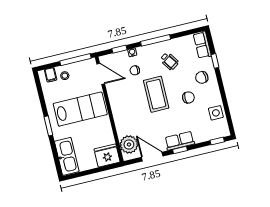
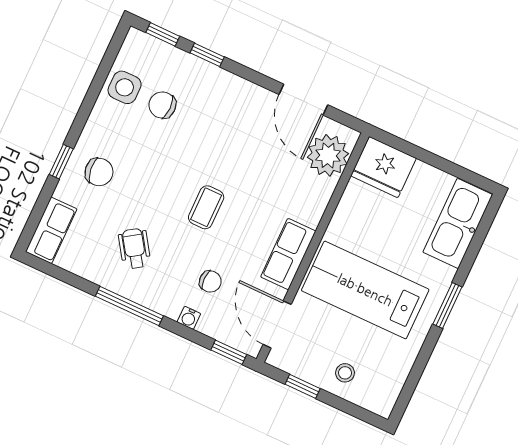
window: (119, 49) -> (229, 352), moved
window: (75, 60) -> (303, 386), width x0.46
window: (215, 61) -> (61, 162), moved
filing cabinet: (51, 75) -> (369, 395), removed
coffee table: (156, 94) -> (206, 207), width x0.54, depth x0.58
chair: (188, 97) -> (162, 105), moved
row of seats: (180, 141) -> (288, 254), moved, turned 90
window: (180, 150) -> (207, 55), moved

